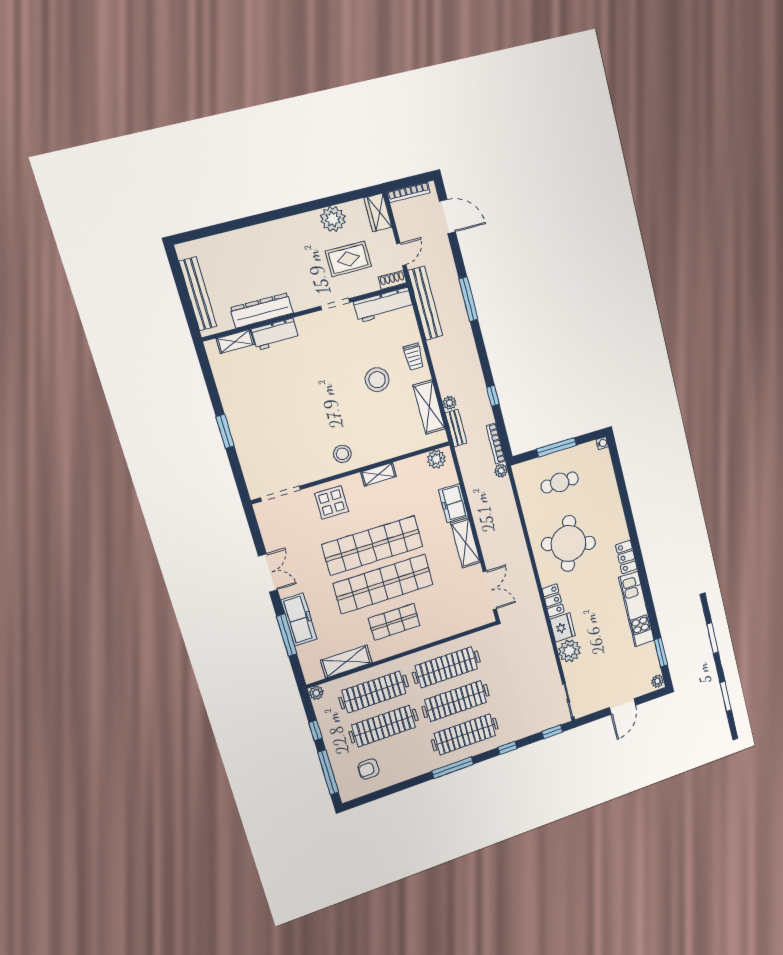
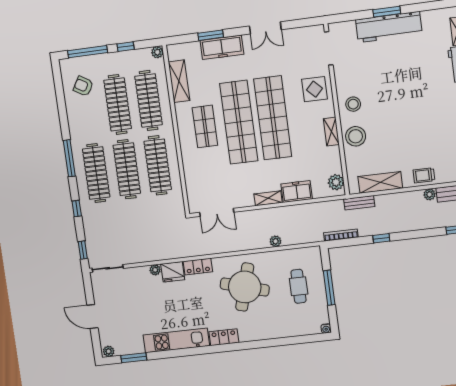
stool: (377, 380) -> (356, 136), moved
plant: (450, 403) -> (430, 194), moved
workbench: (243, 426) -> (389, 27), added
plant: (501, 471) -> (275, 241), moved
shelving: (466, 543) -> (268, 198), width x0.67, depth x0.75
window: (287, 635) -> (211, 35), width x0.69
plant: (569, 651) -> (155, 270), width x0.53, depth x0.53
armchair: (369, 769) -> (83, 86), turned -59

